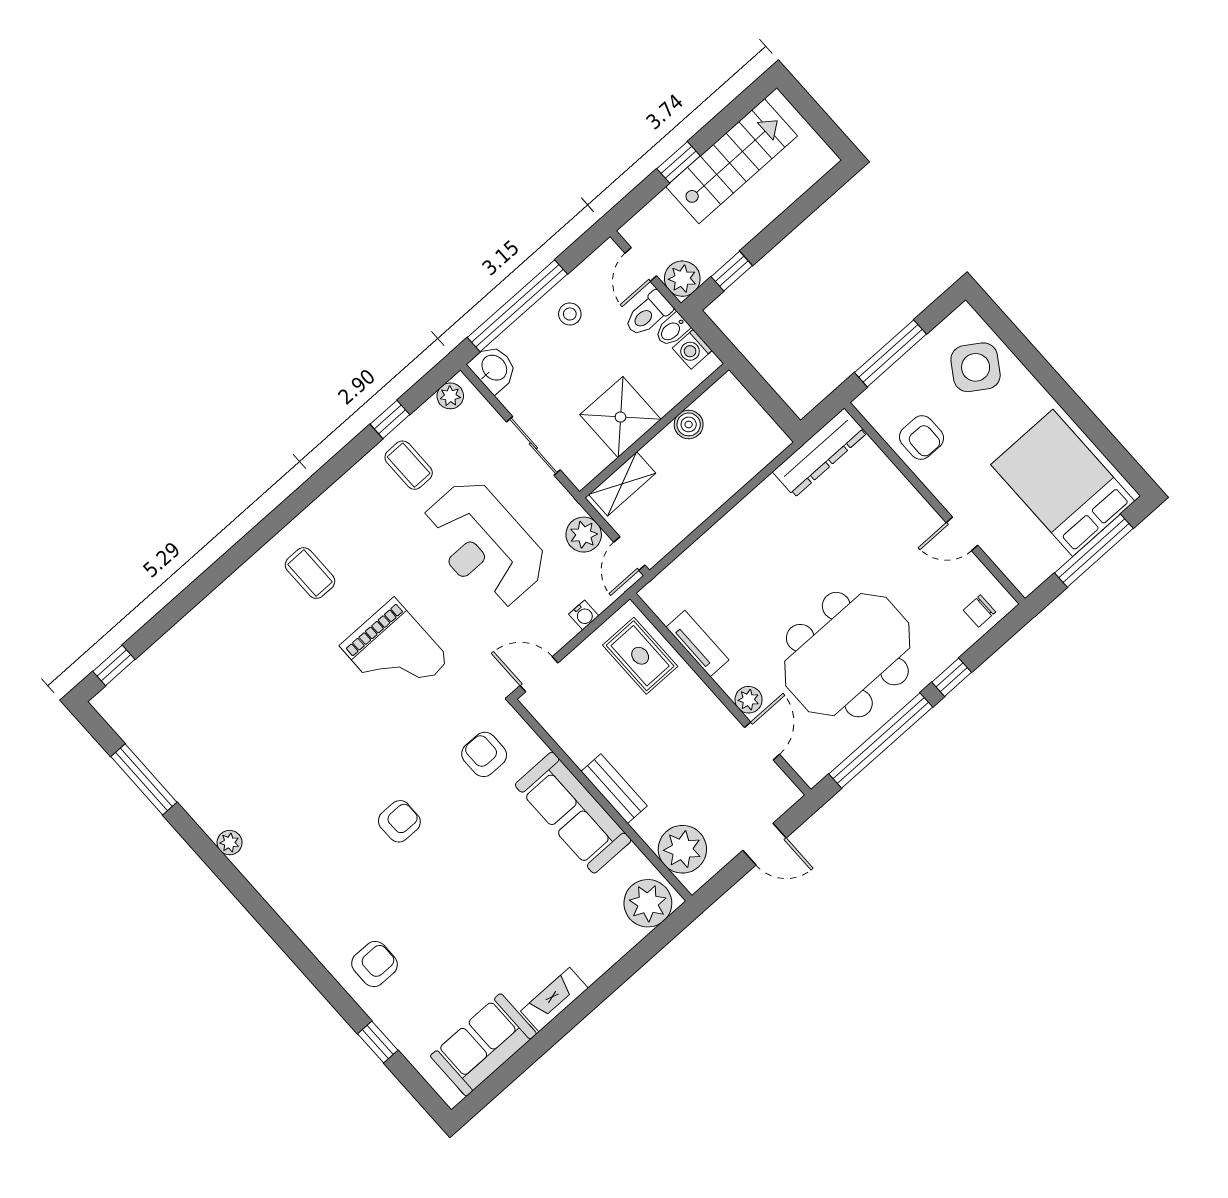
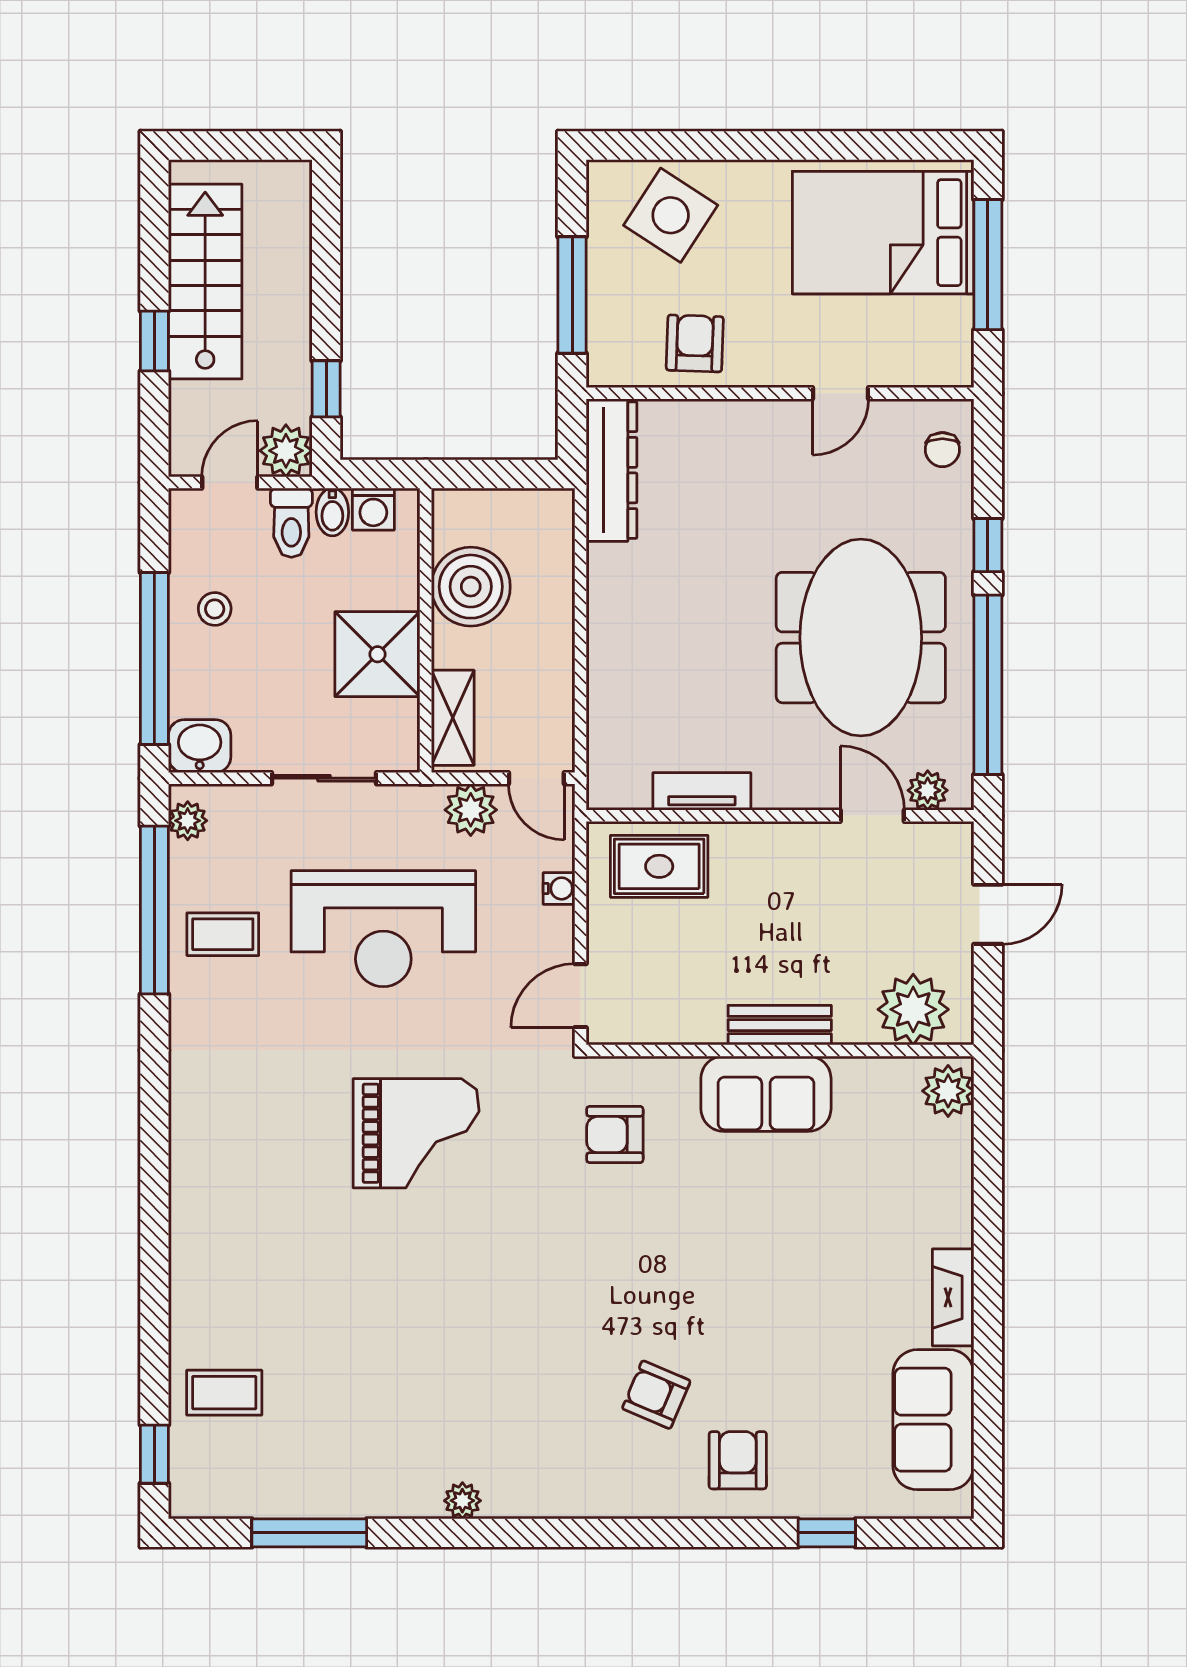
door: (641, 264) -> (230, 482), swing flipped
window: (390, 419) -> (154, 910), width x3.17
boiler: (689, 424) -> (471, 587), width x1.86, depth x1.86
armchair: (921, 437) -> (695, 343), turned -88
coffee table: (310, 573) -> (224, 1393), moved
plant: (749, 700) -> (928, 790), moved
sofa: (573, 813) -> (766, 1094), width x0.73
armchair: (399, 821) -> (656, 1395), moved, turned -67
plant: (648, 903) -> (948, 1091), width x0.73, depth x0.73

